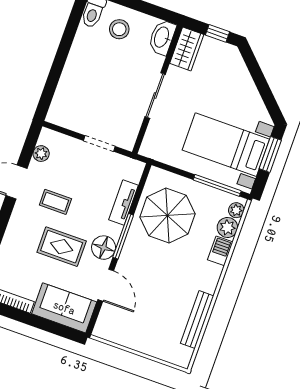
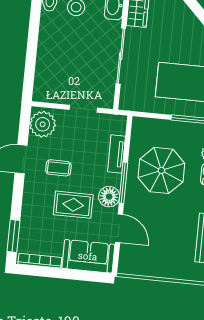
sliding door: (155, 96) -> (121, 56), width x1.37
plant: (41, 154) -> (43, 124), width x1.88, depth x1.88
parasol: (167, 215) -> (161, 170), moved

